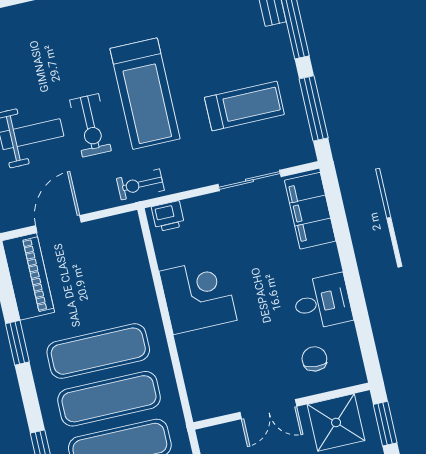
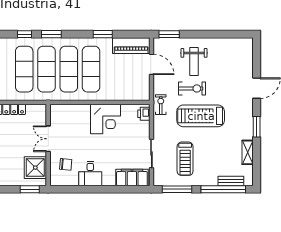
exercise bike: (90, 125) -> (192, 88), turned 180

